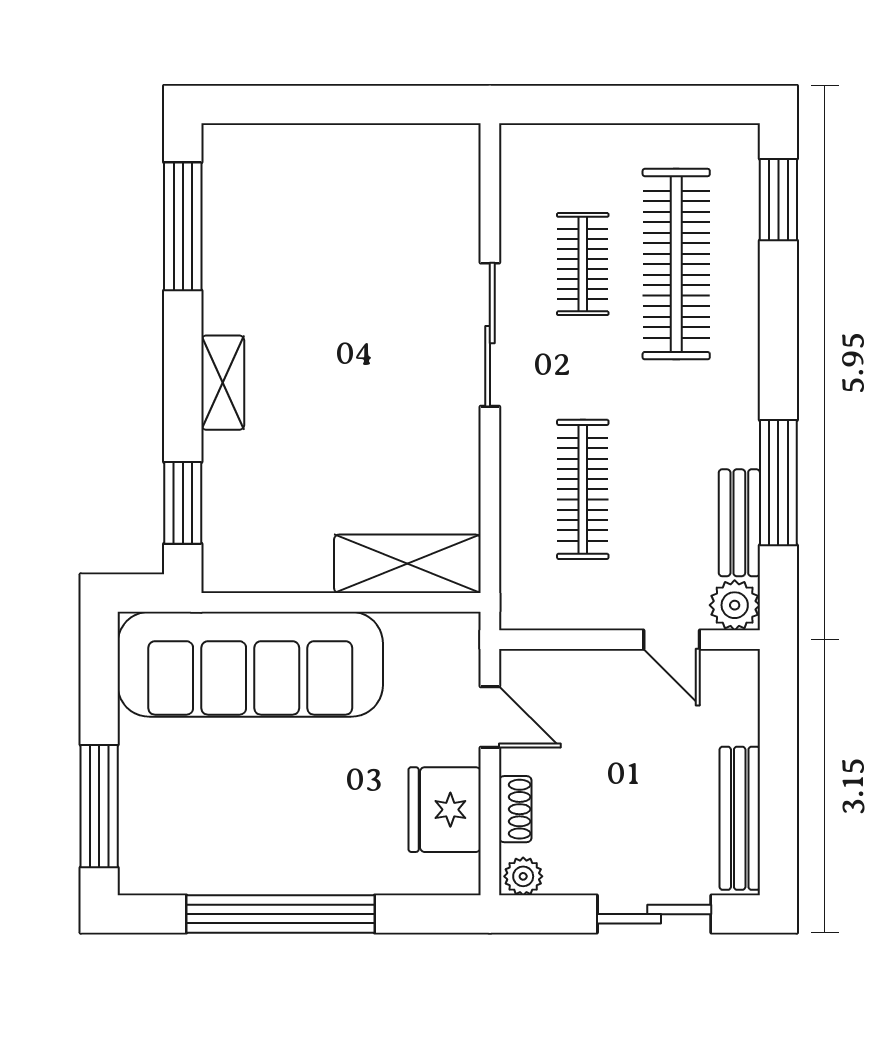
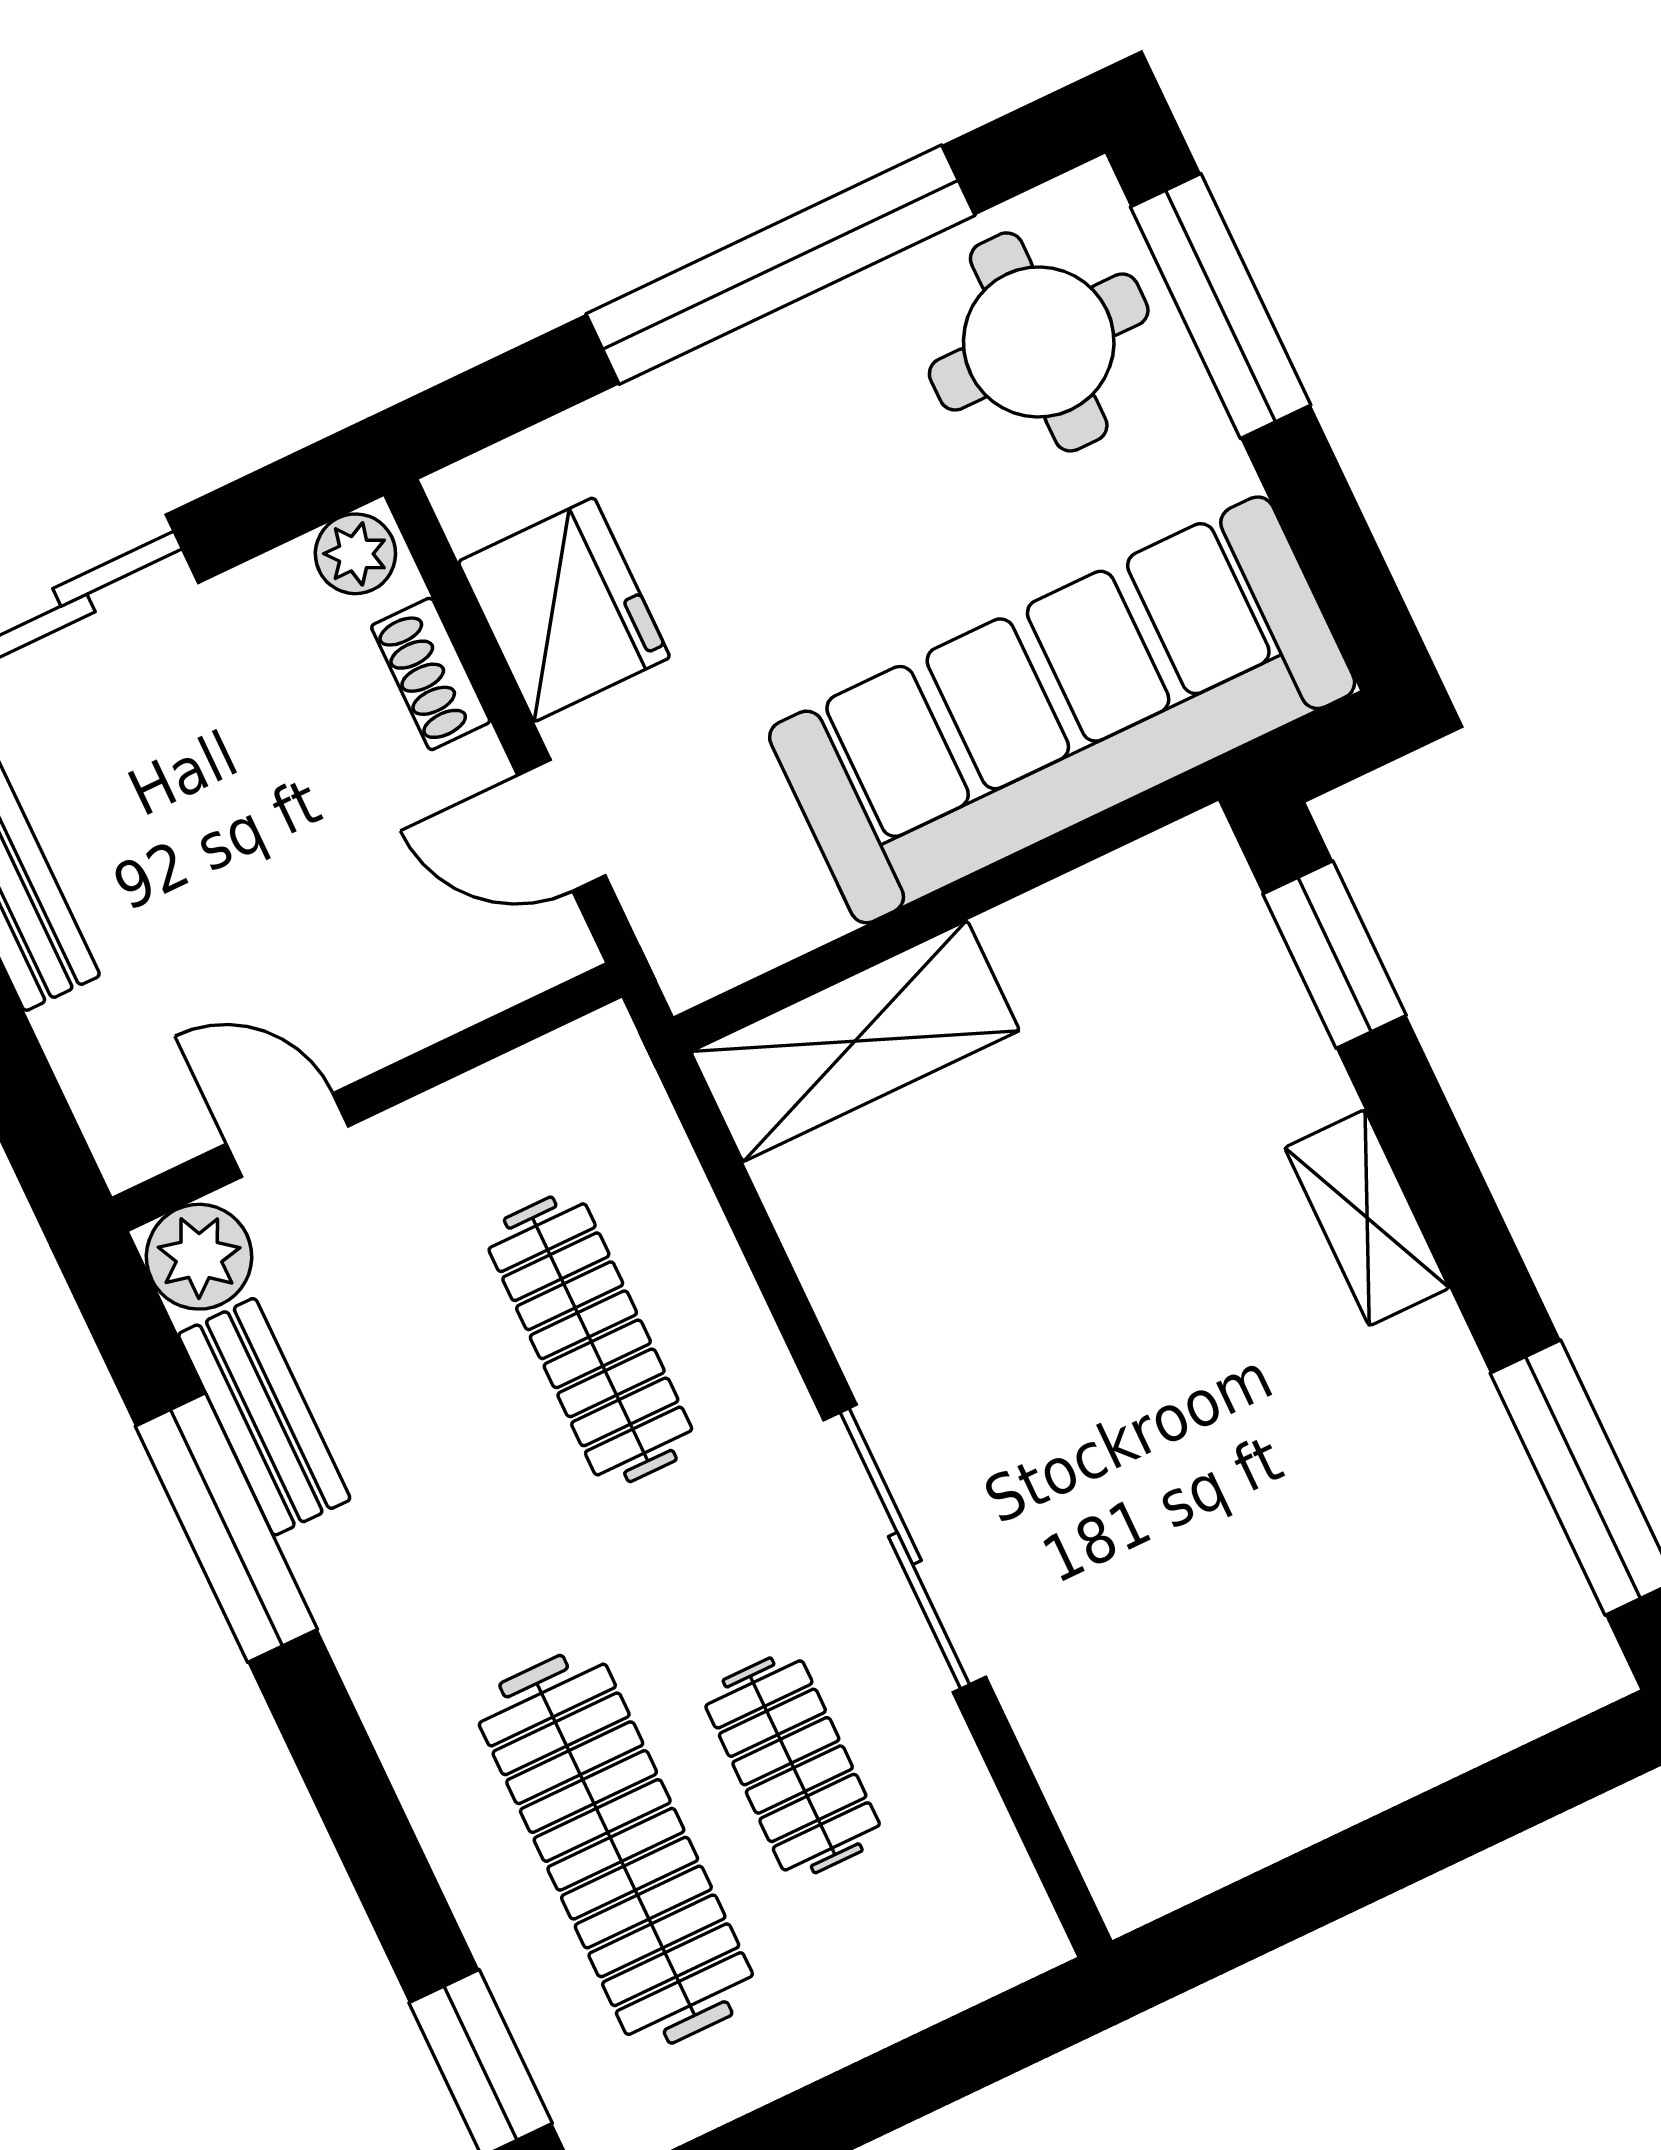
round table: (185, 828) -> (1039, 342), added

